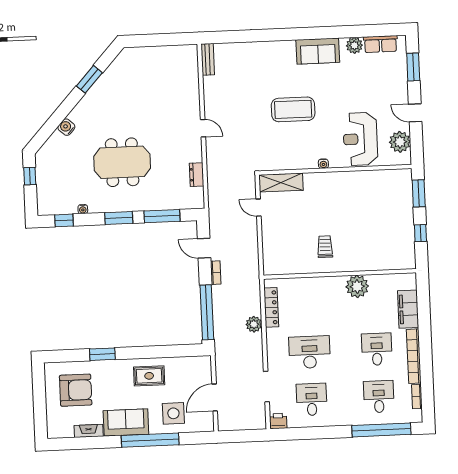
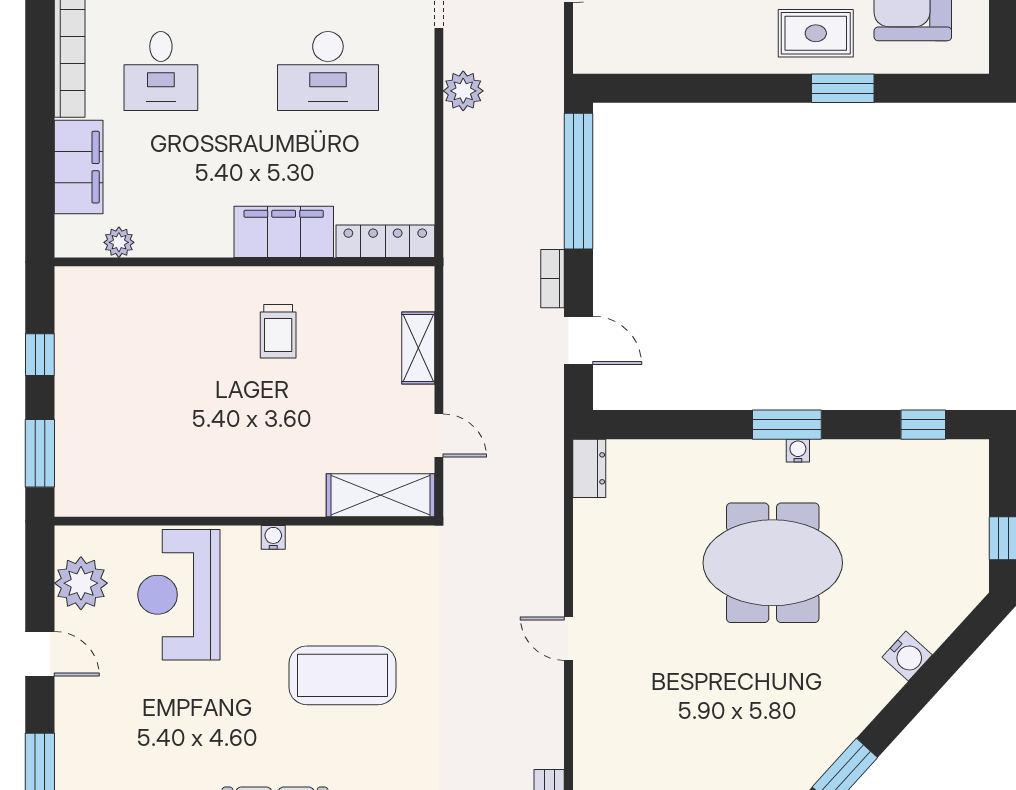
reception desk: (360, 139) -> (179, 595), turned 180
dresser: (197, 175) -> (589, 468), moved
water cooler: (83, 209) -> (798, 451), moved
window: (162, 216) -> (680, 425), removed
shelving: (268, 242) -> (418, 348), added
plant: (357, 286) -> (119, 242), moved, width x0.53, depth x0.53
filing cabinet: (325, 287) -> (284, 232), added
locker: (271, 307) -> (385, 241), moved, turned 90
plant: (254, 324) -> (463, 91), moved
rug: (149, 376) -> (816, 33), moved

